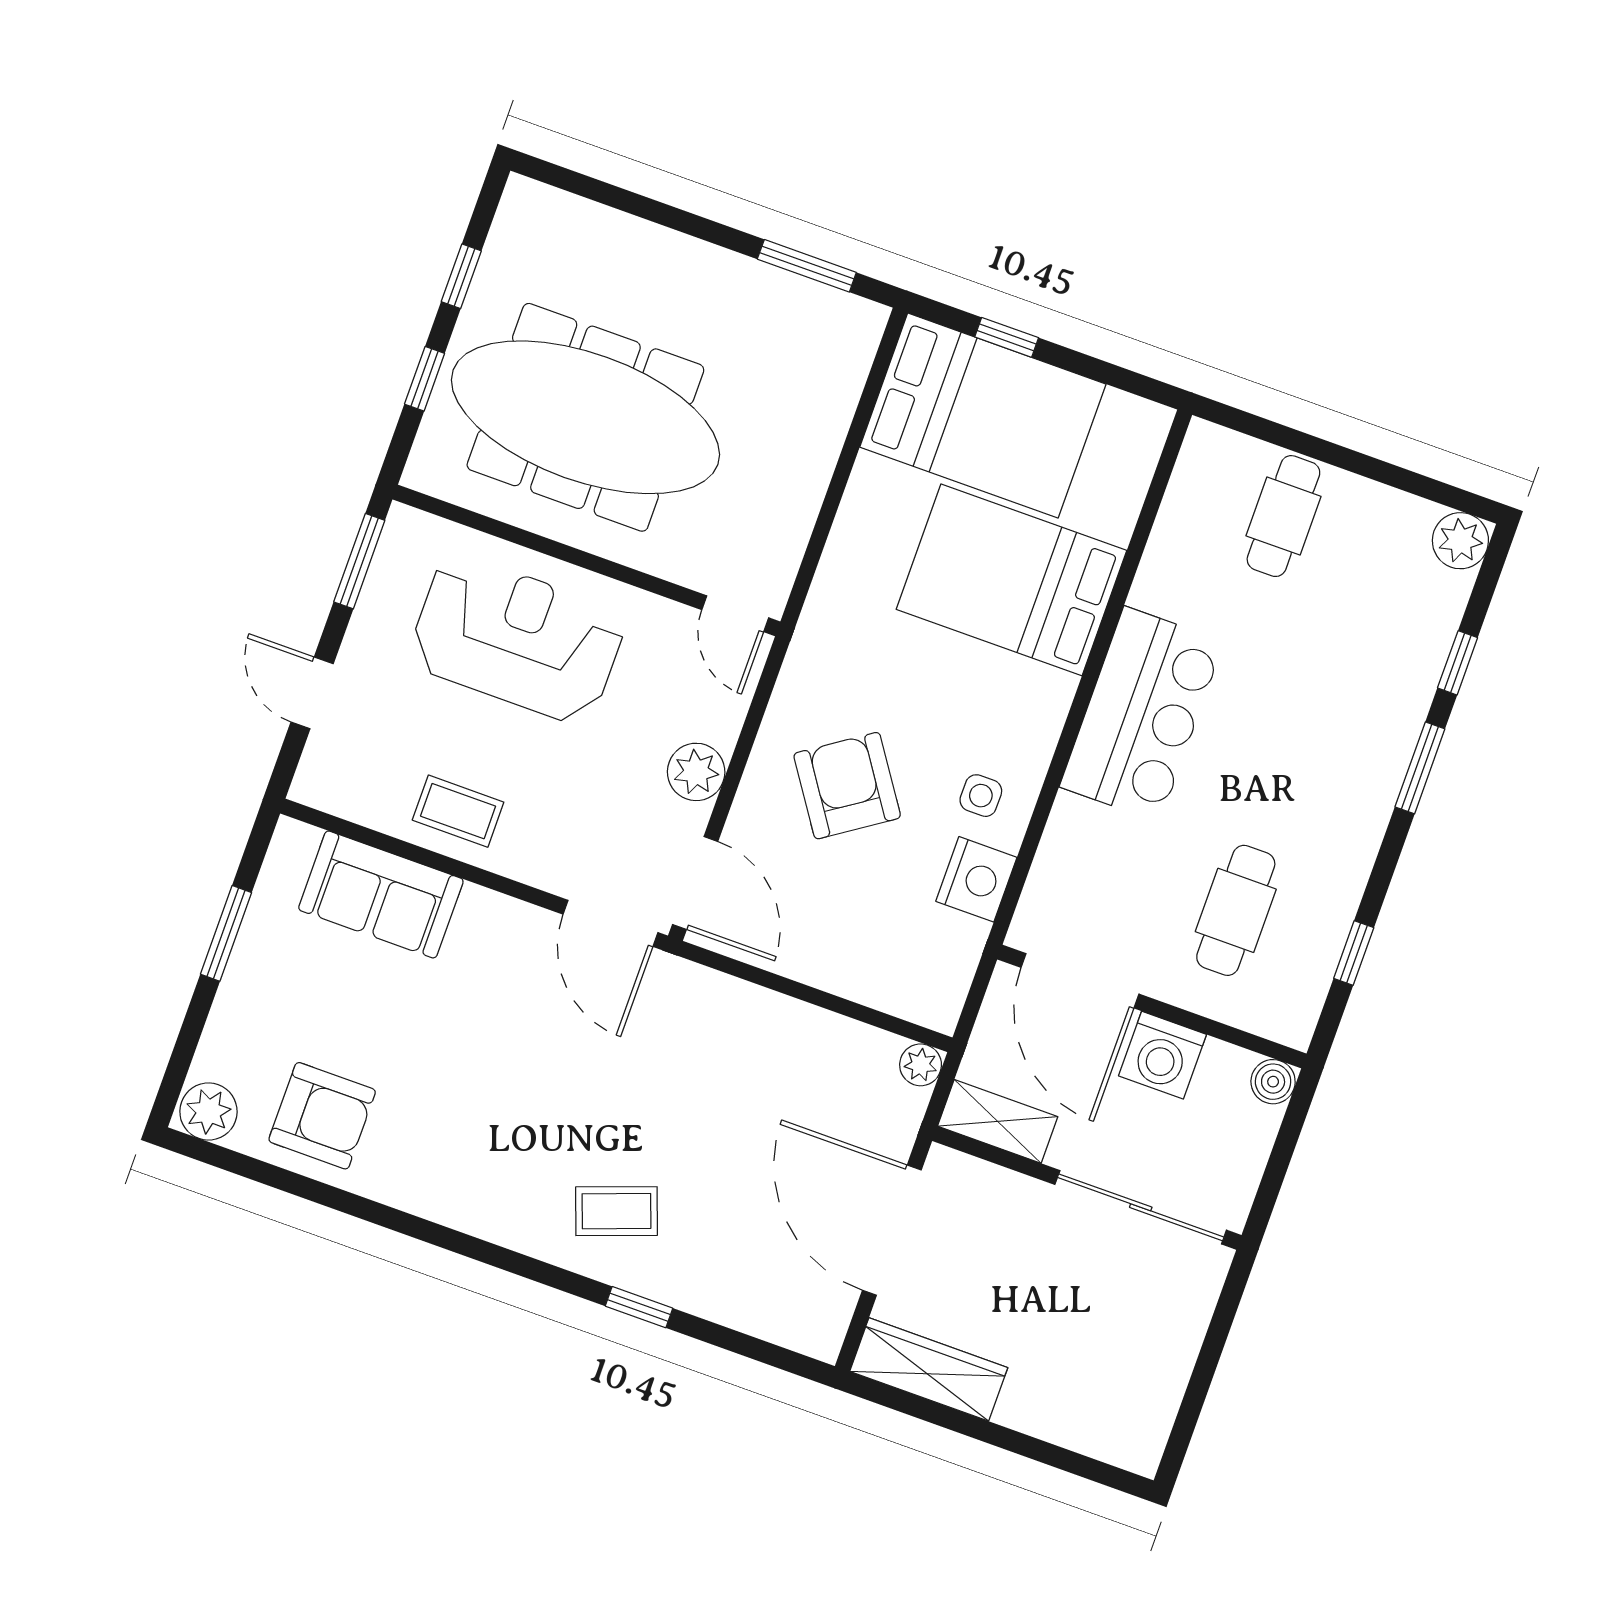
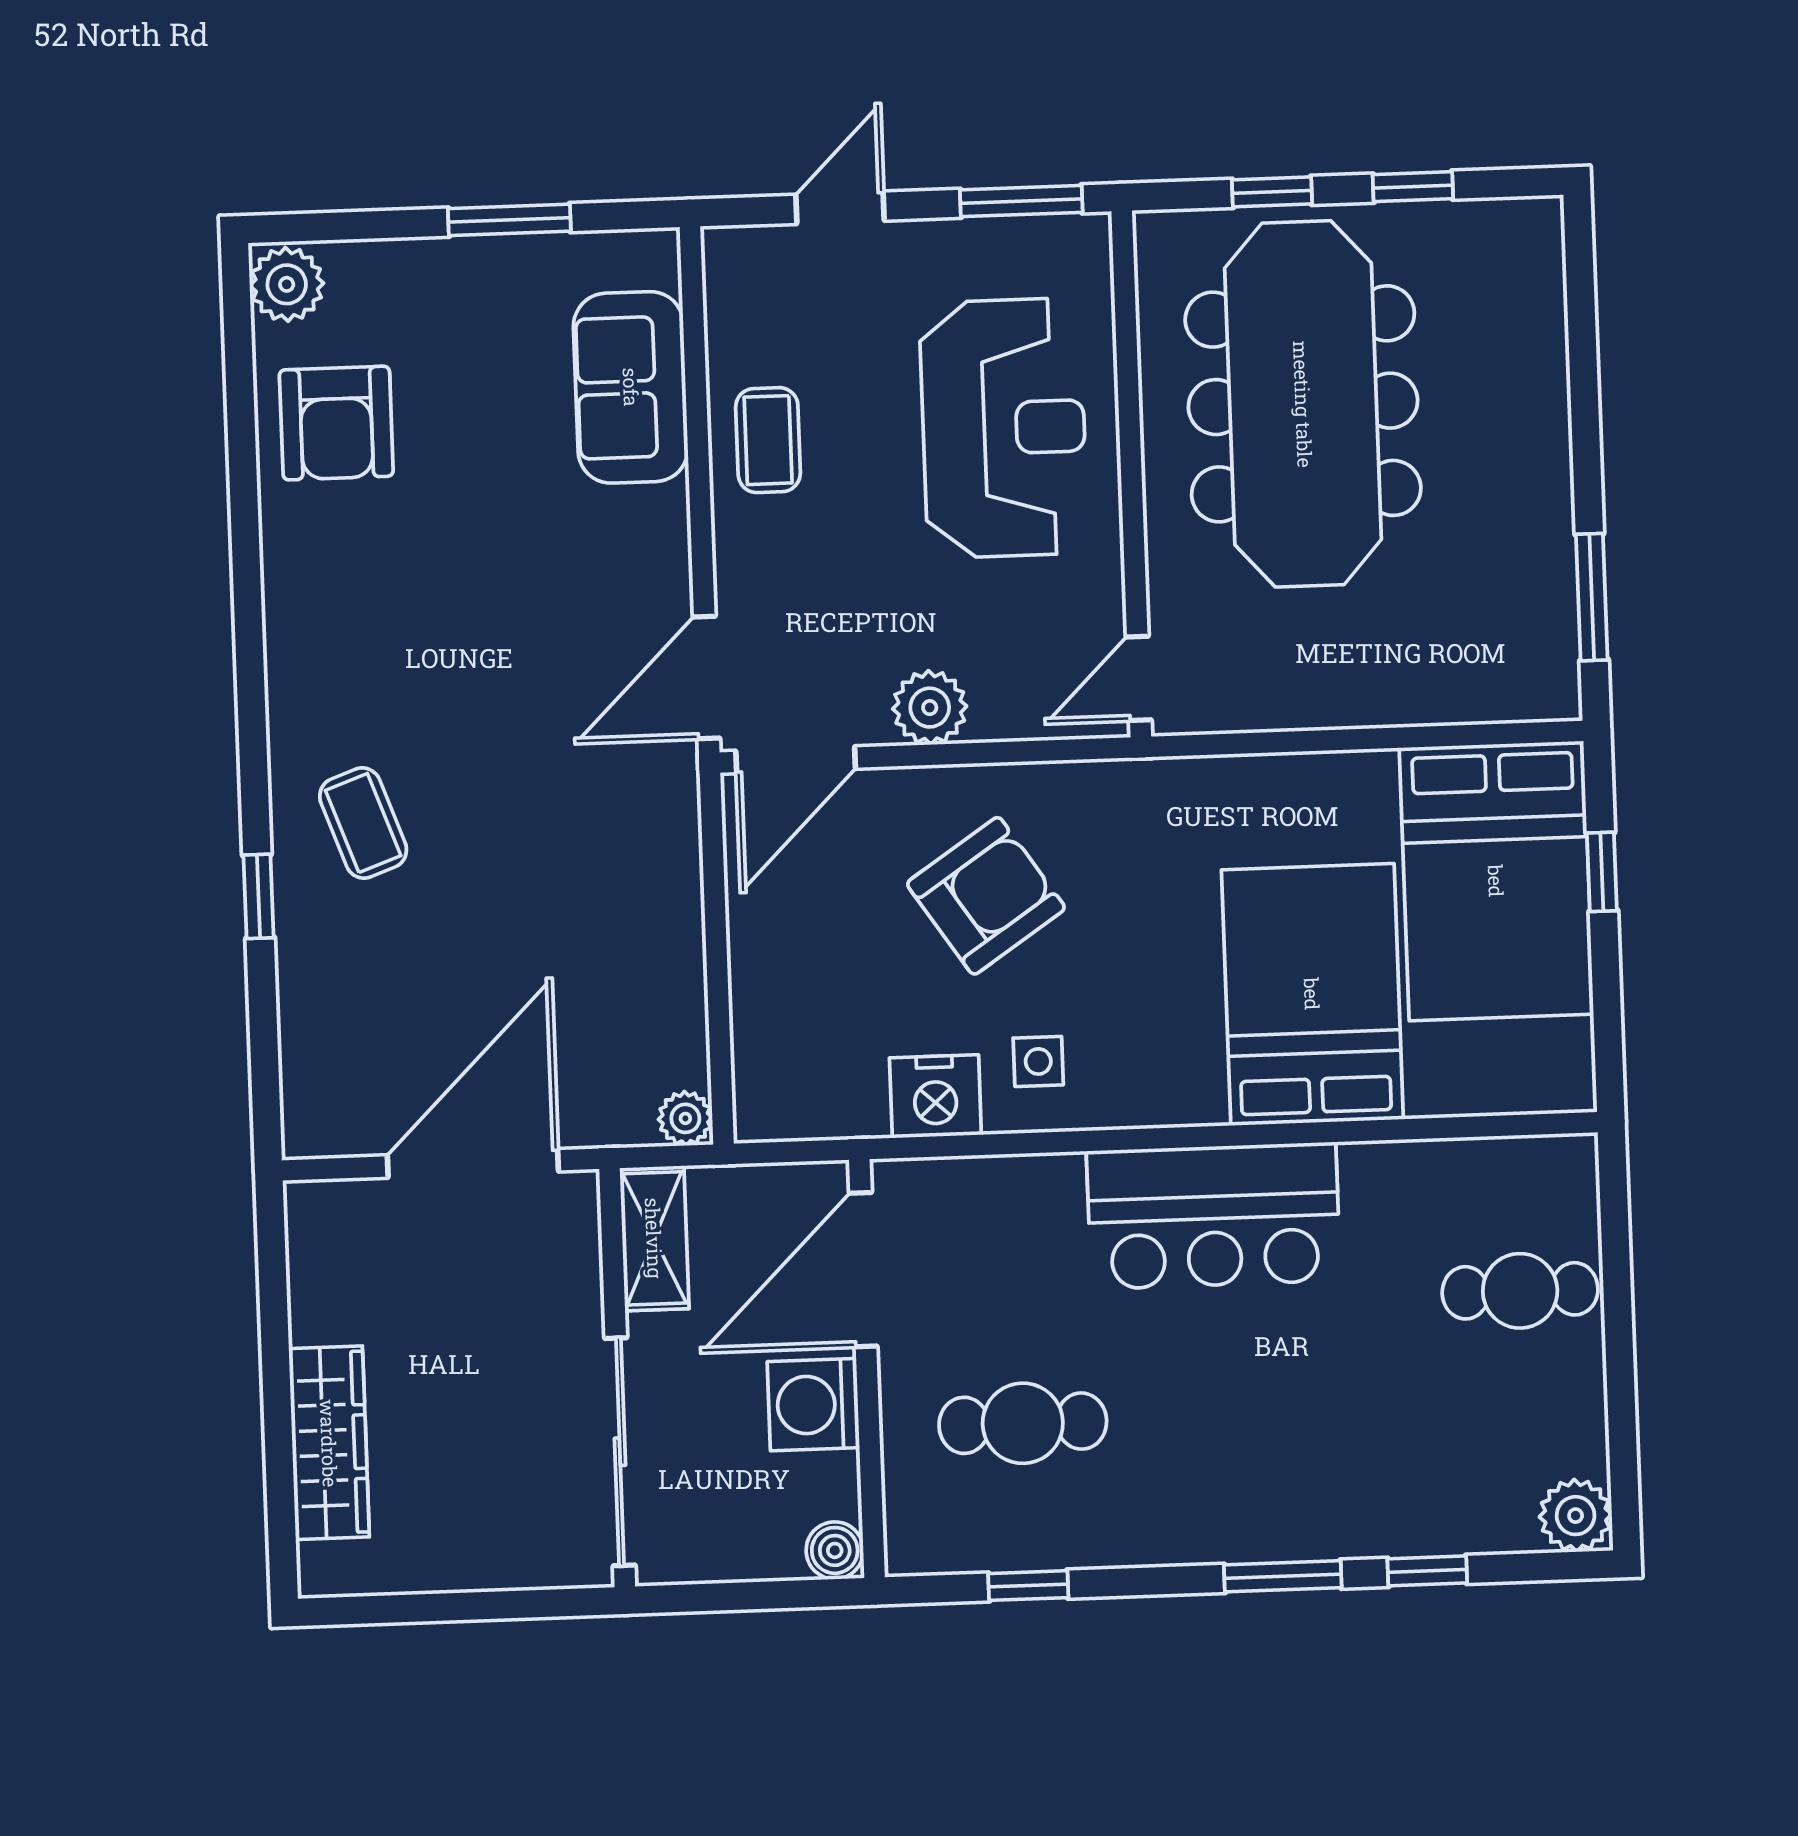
wardrobe: (929, 1369) -> (329, 1443), moved

